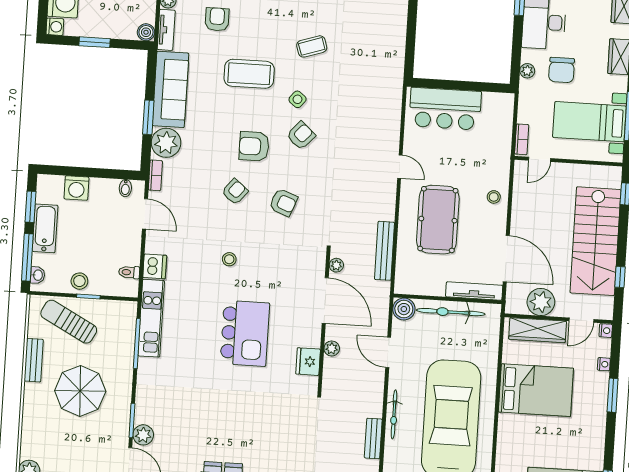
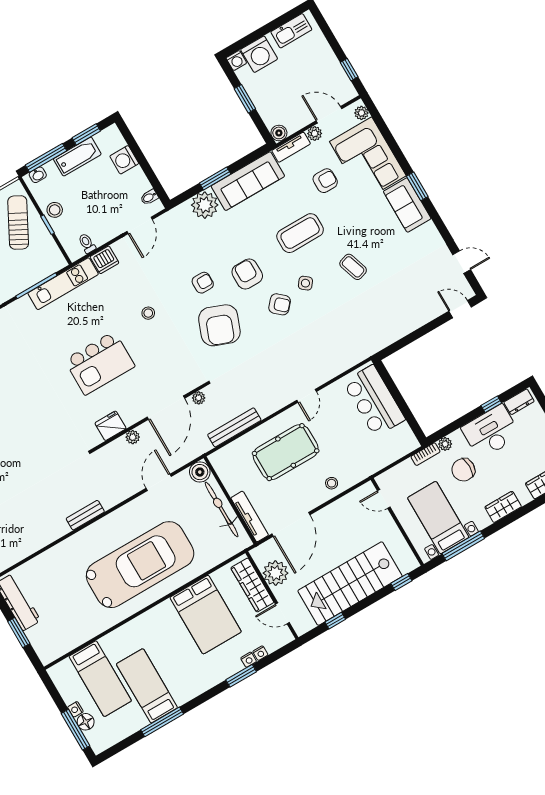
coffee table: (249, 74) -> (300, 233), turned 90
bookcase: (522, 139) -> (425, 454), moved
bookcase: (155, 175) -> (174, 214), removed
armchair: (235, 192) -> (203, 283), turned -39
armchair: (283, 202) -> (219, 325), width x1.88, depth x1.88
nightstand: (606, 331) -> (249, 660), moved
bicycle: (394, 414) -> (114, 519), removed

